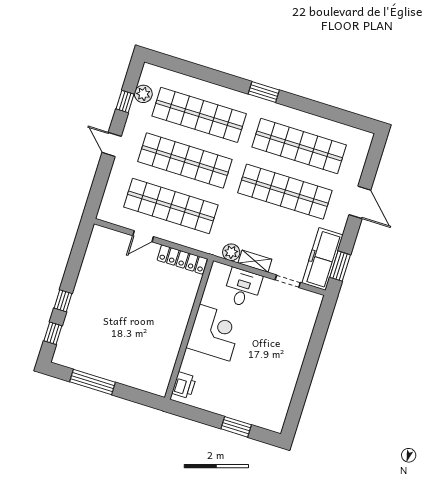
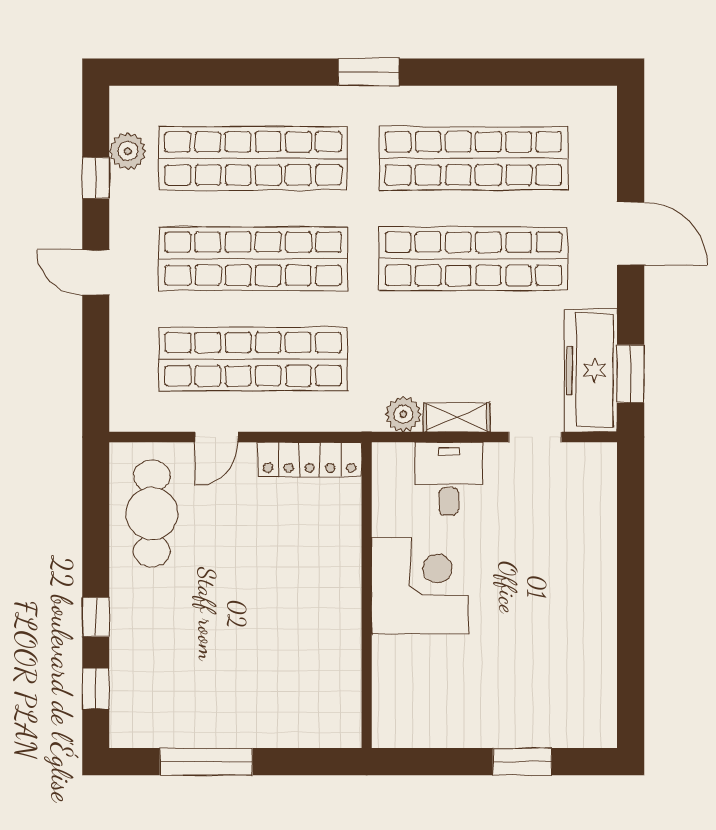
cafe table: (103, 262) -> (152, 514), added
printer: (184, 385) -> (392, 711), removed

